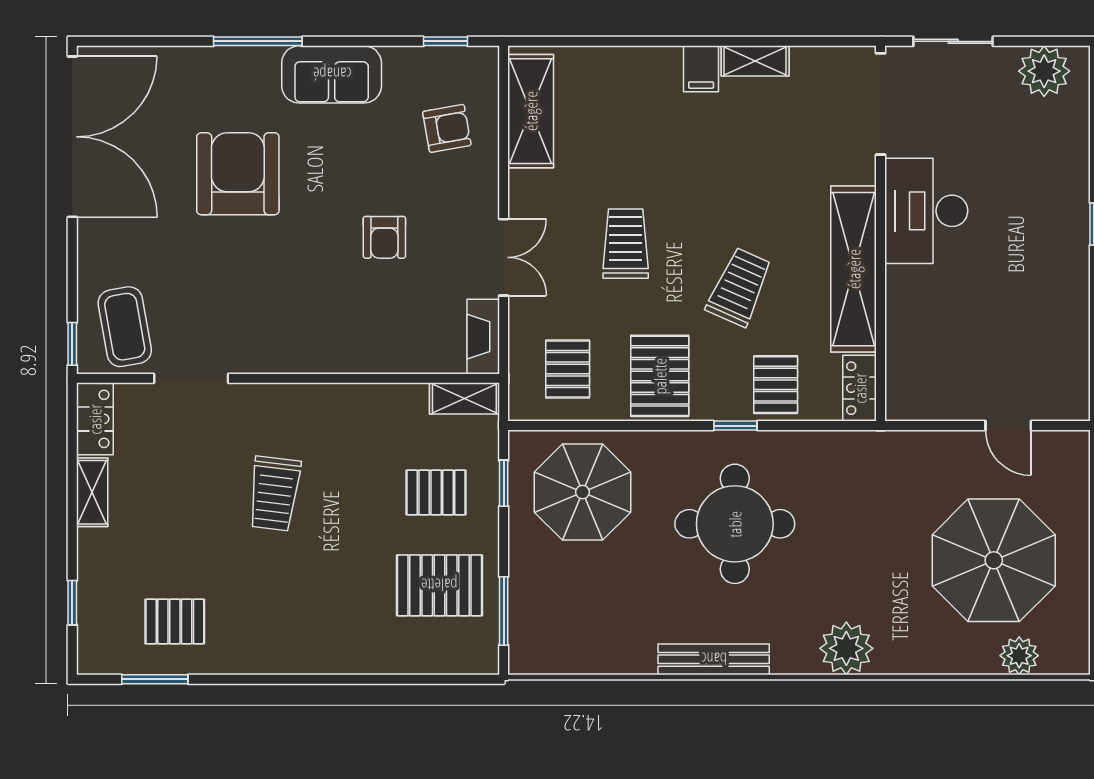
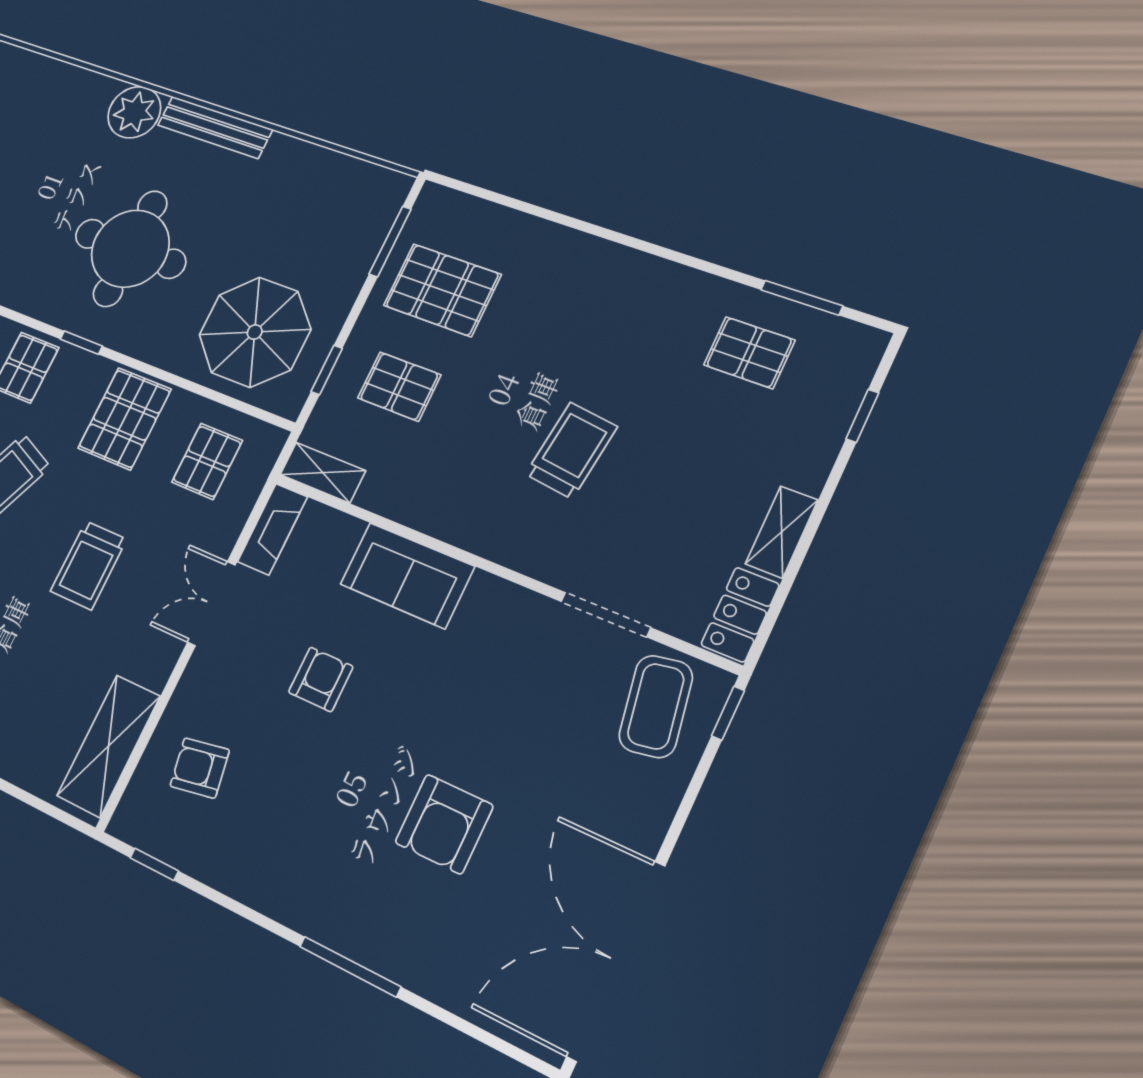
sofa: (332, 74) -> (407, 575), moved, turned 180
armchair: (238, 174) -> (444, 824), width x0.73, depth x0.73
plant: (846, 648) -> (134, 112), moved

